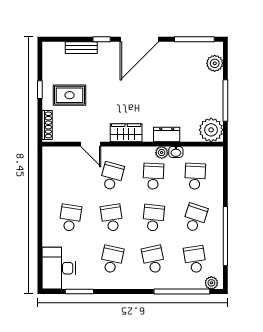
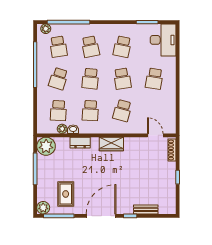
plant: (215, 63) -> (43, 208), moved
rug: (70, 95) -> (66, 194), moved, turned 90
door: (91, 144) -> (155, 135), moved
plant: (162, 153) -> (62, 129), moved

